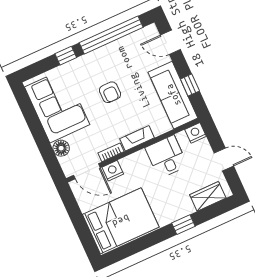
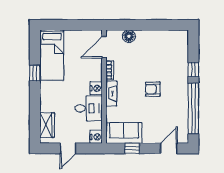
sofa: (173, 95) -> (124, 133), width x0.73
corner sofa: (57, 106) -> (160, 47), removed
nightstand: (113, 171) -> (96, 88), moved
bed: (121, 221) -> (52, 55), width x0.67
window: (183, 225) -> (35, 73), moved

